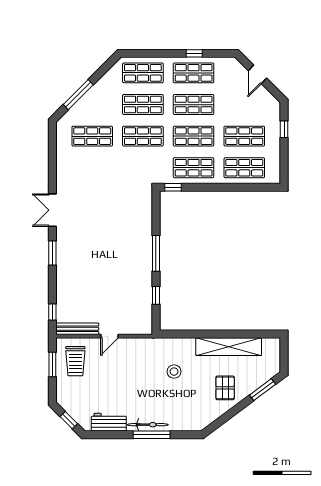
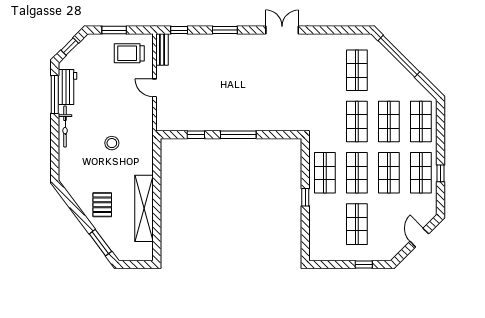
door: (258, 74) -> (419, 238), hinge flipped
window: (78, 95) -> (399, 56), width x1.46
shop shelf: (244, 168) -> (325, 224), removed
window: (173, 187) -> (305, 197), moved
window: (52, 253) -> (225, 30), moved
bench: (77, 329) -> (162, 50), width x0.73
window: (52, 364) -> (114, 30), moved
stool: (174, 372) -> (112, 143), moved
pallet: (225, 388) -> (102, 205), turned 90
window: (152, 435) -> (55, 95), moved

